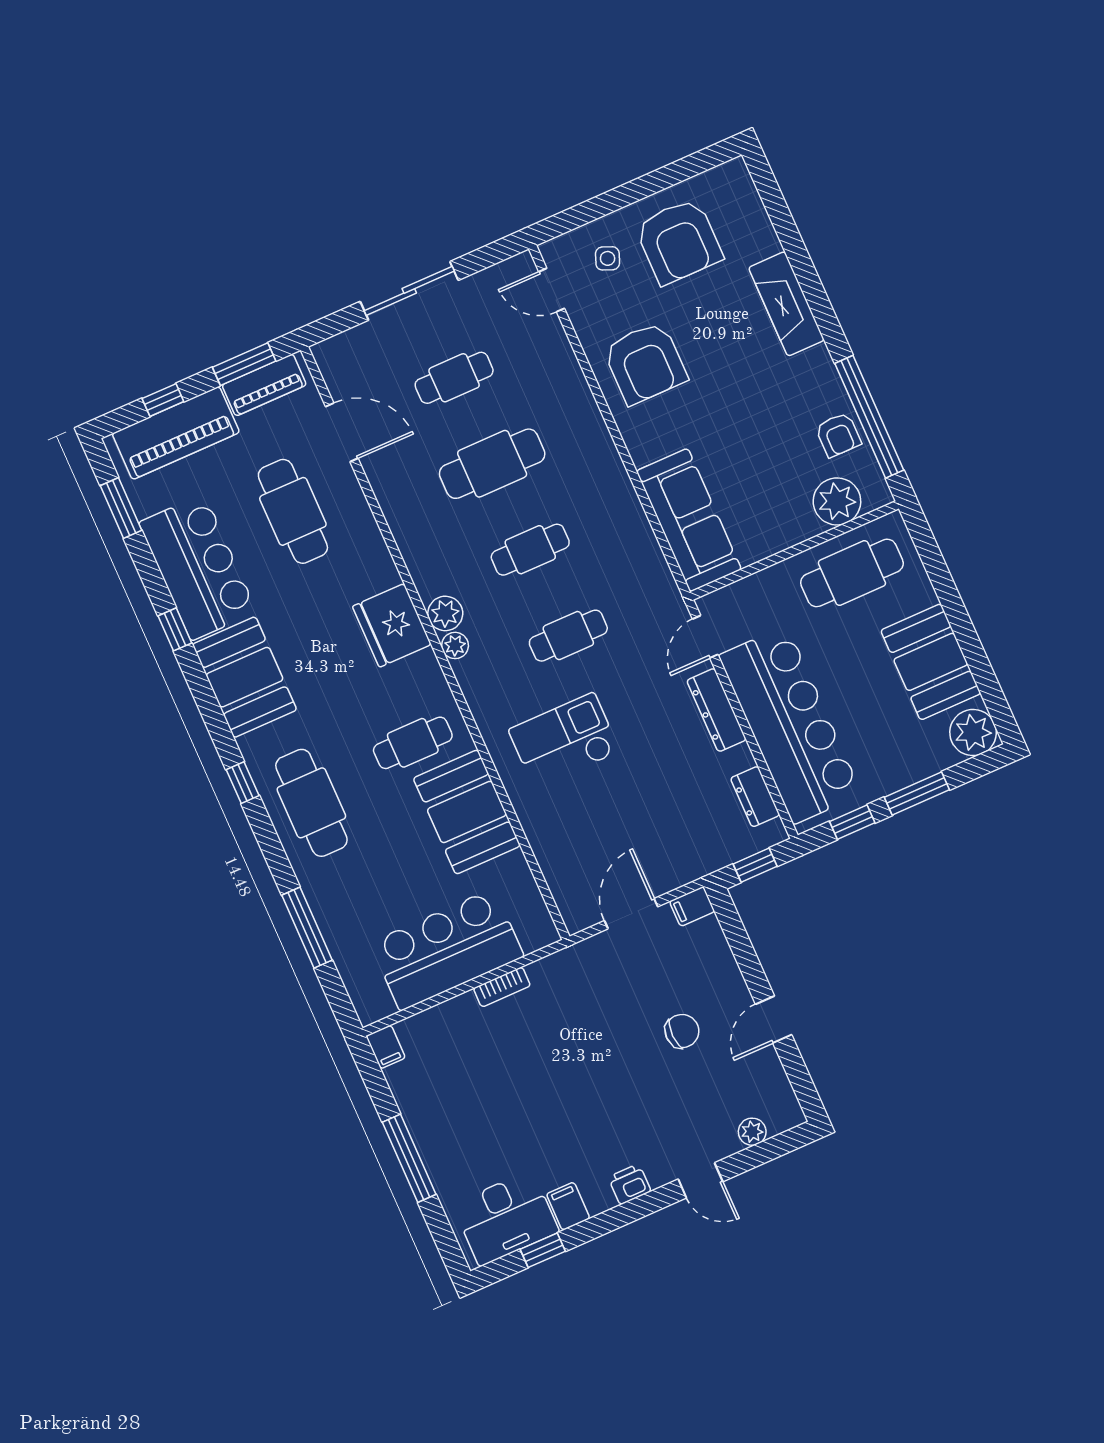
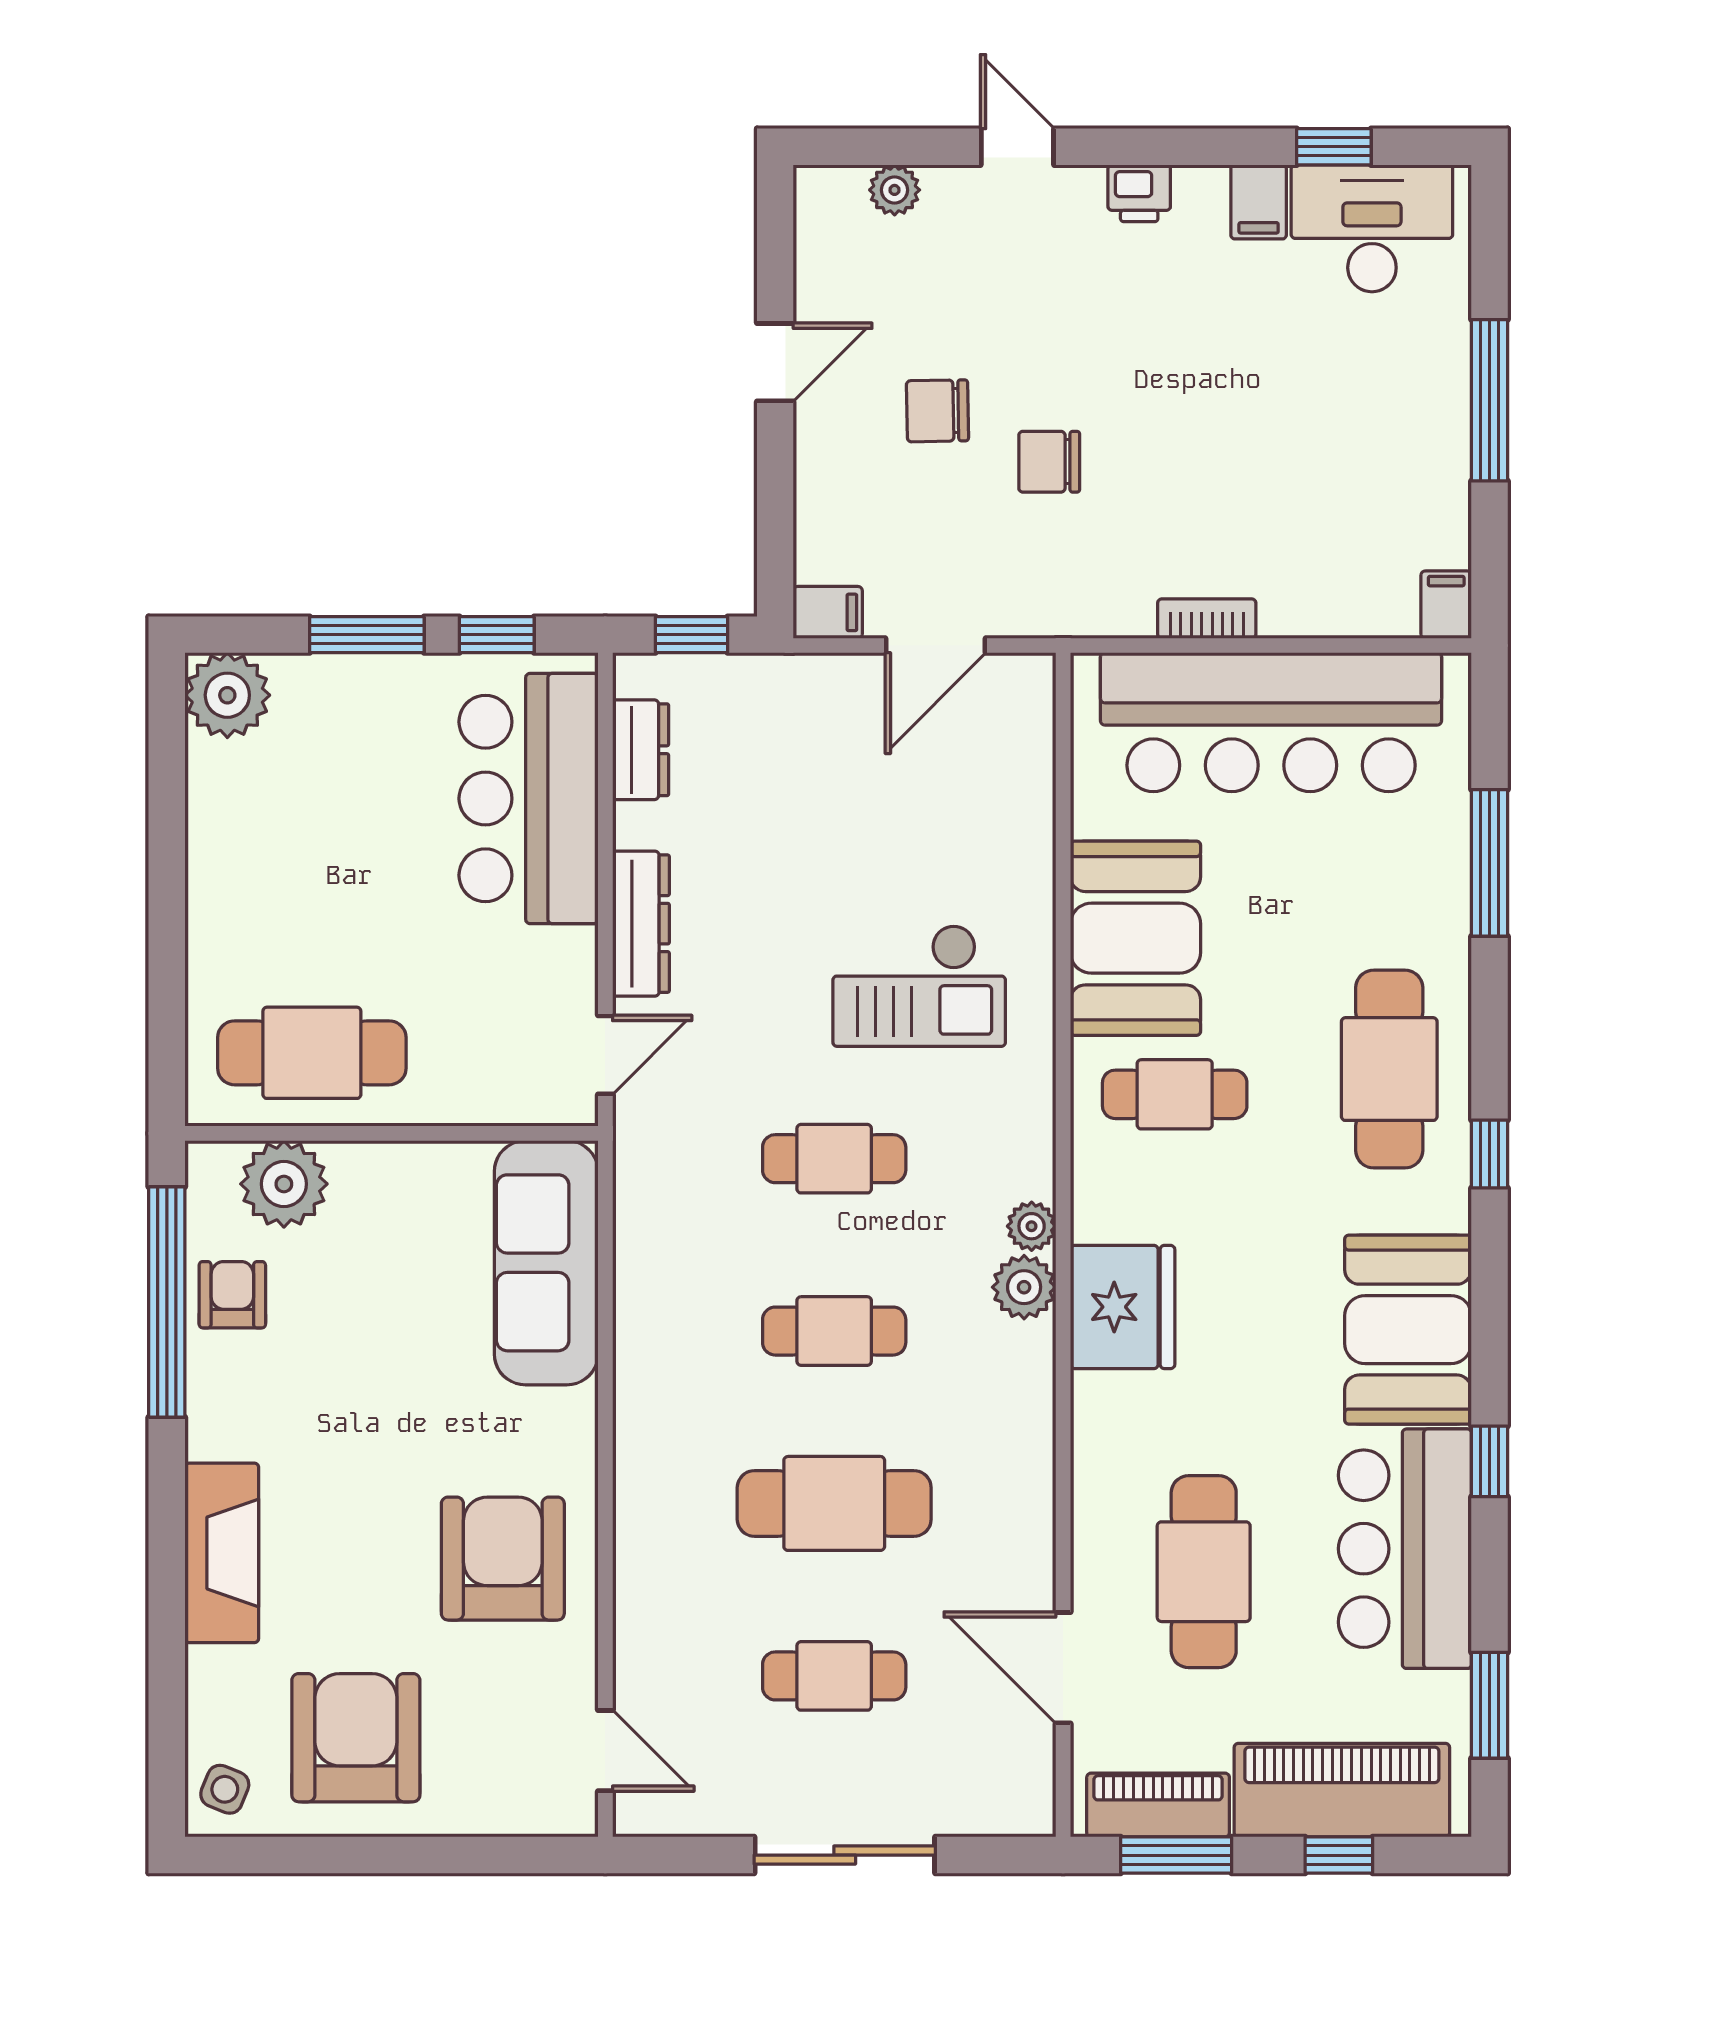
side table: (608, 258) -> (225, 1789), moved
booth: (931, 662) -> (246, 845), removed
bar counter: (790, 725) -> (529, 799), width x0.73
bar counter: (447, 950) -> (1271, 722), width x1.36
chair: (615, 1030) -> (1049, 462), added

